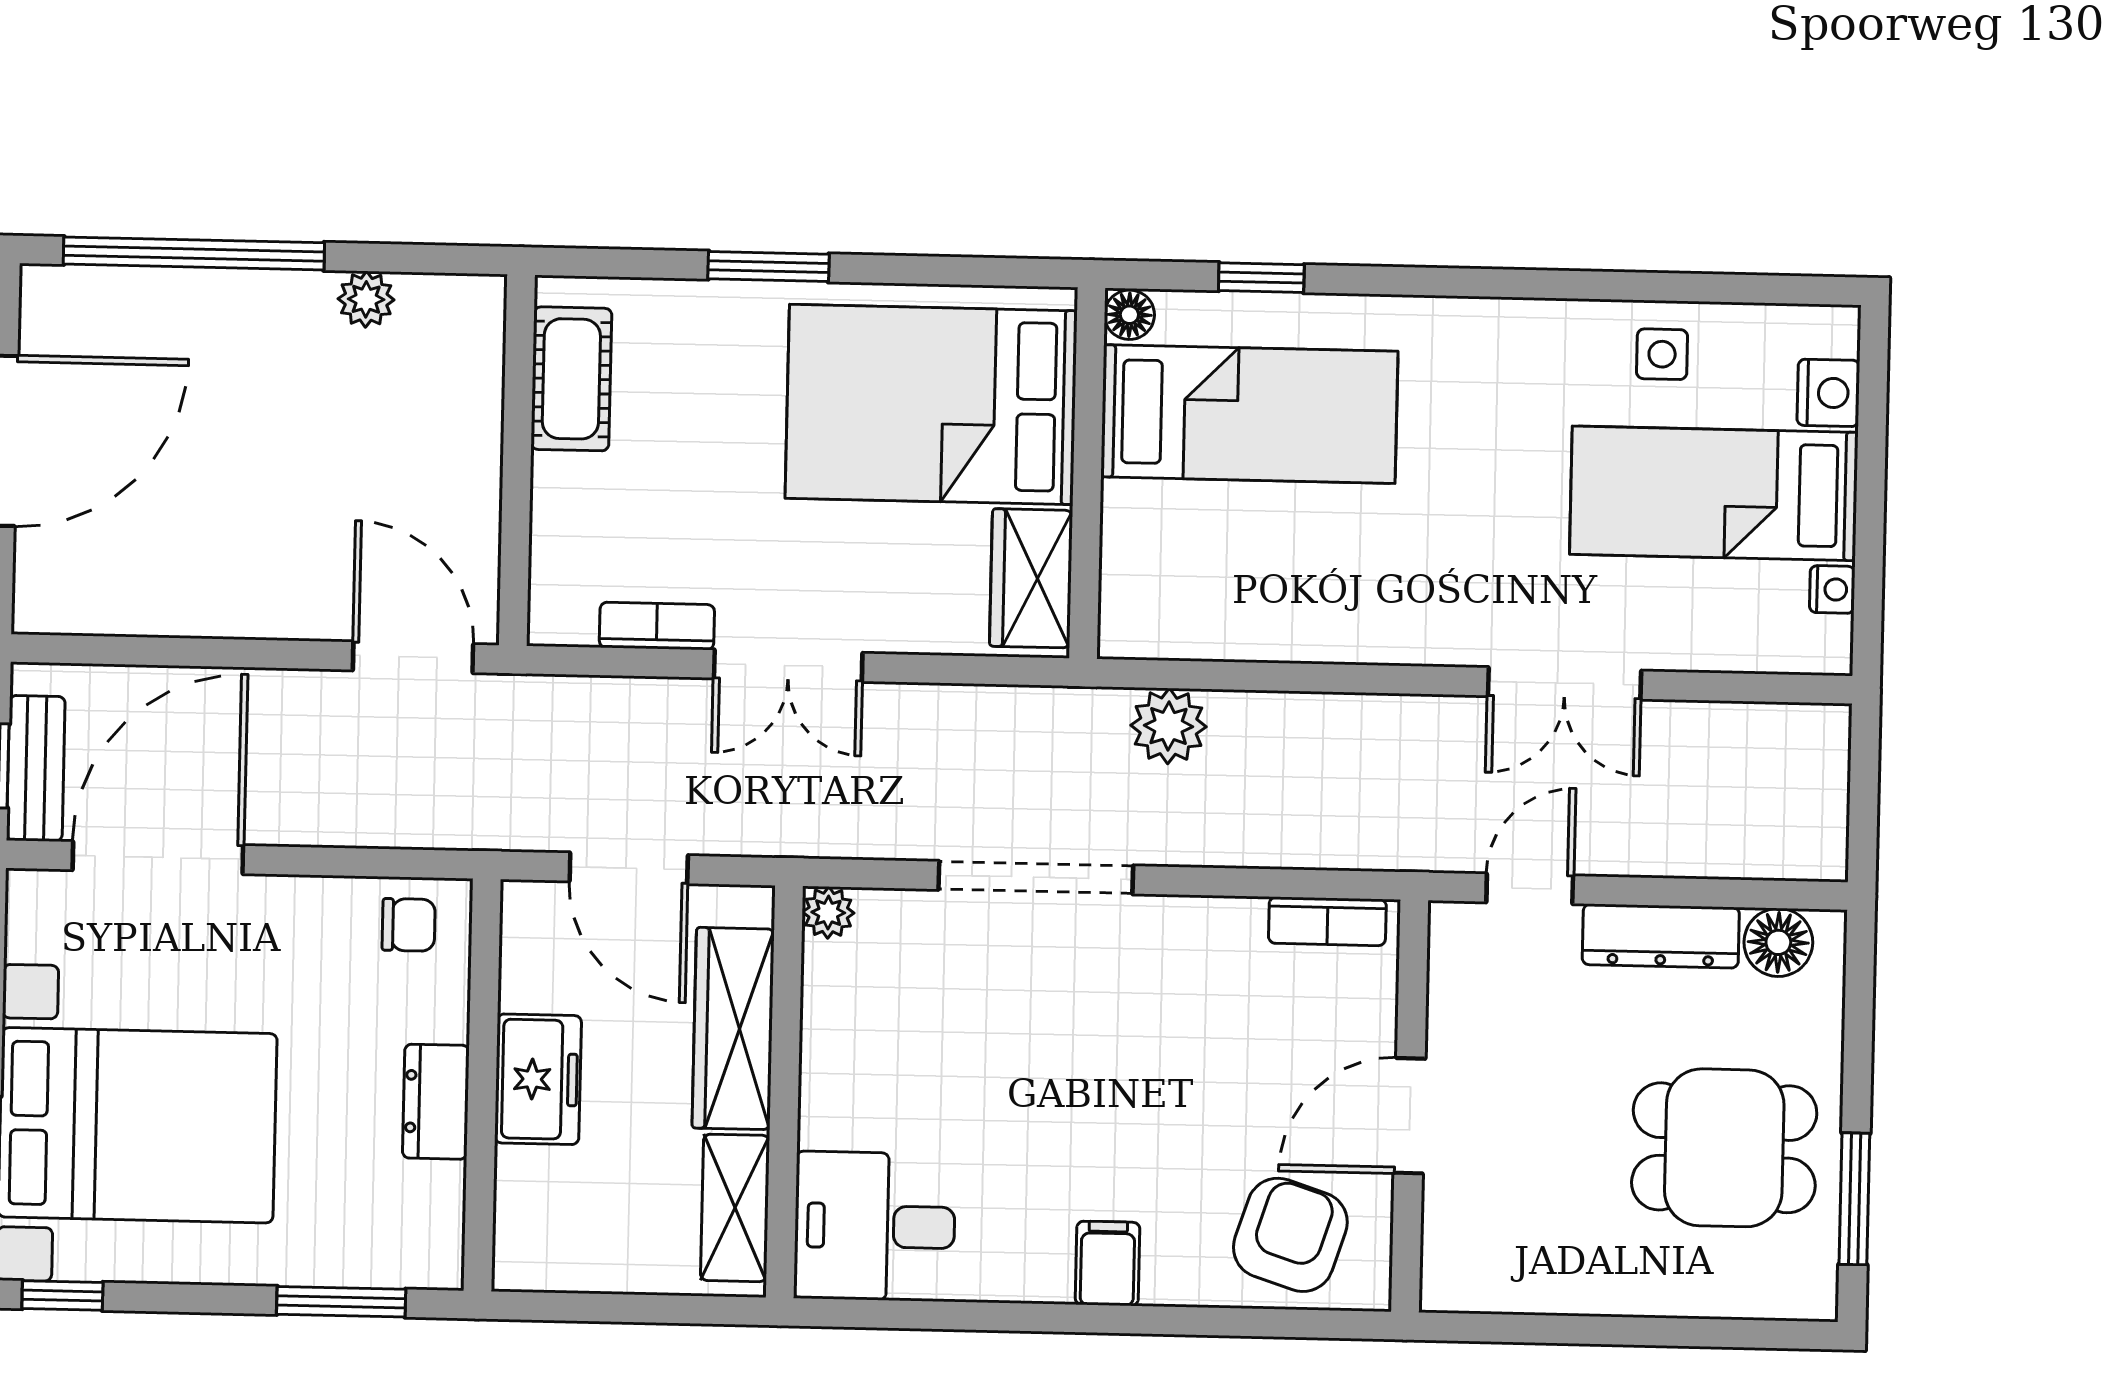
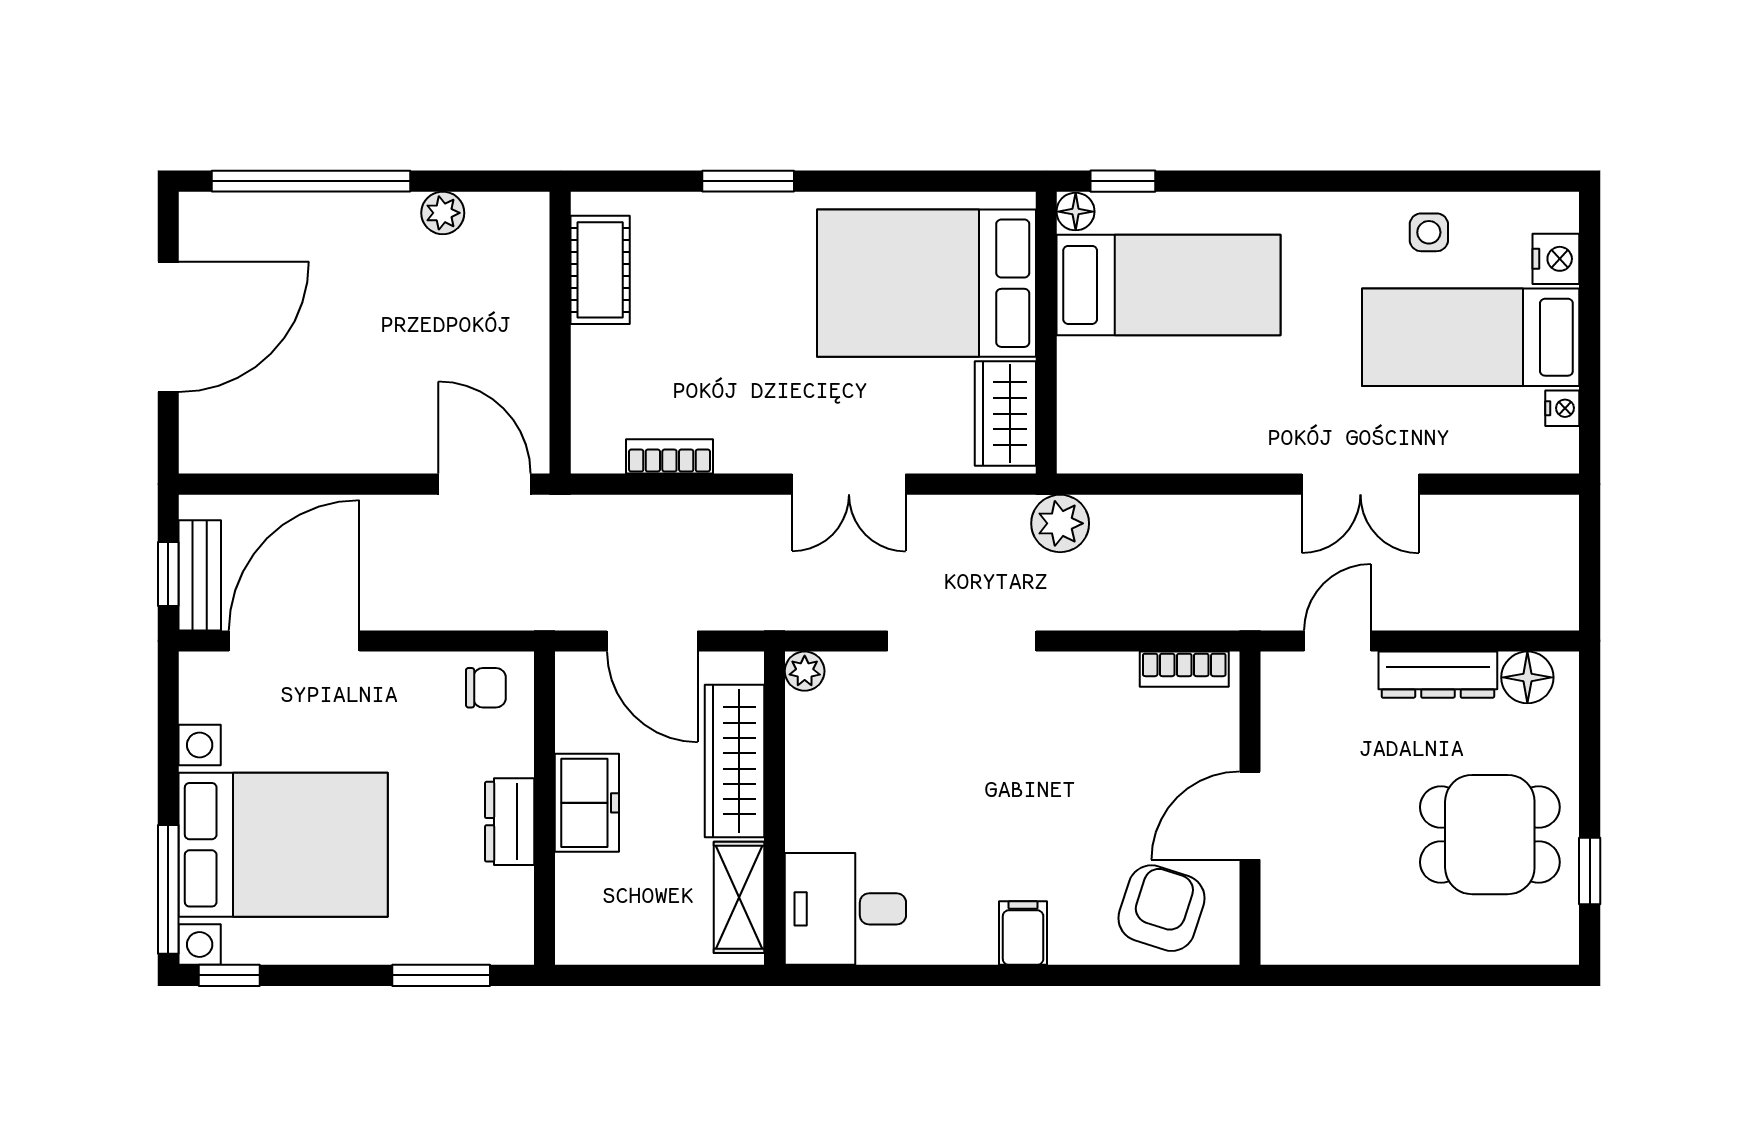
floor lamp: (1129, 315) -> (1076, 212), moved
bed: (931, 404) -> (926, 283), moved
bed: (1249, 414) -> (1168, 285), moved
wall: (1087, 473) -> (1046, 333), moved
wardrobe: (1031, 578) -> (1005, 414), moved
double door: (788, 666) -> (849, 484), moved
window: (1854, 1199) -> (1590, 871), width x0.67

